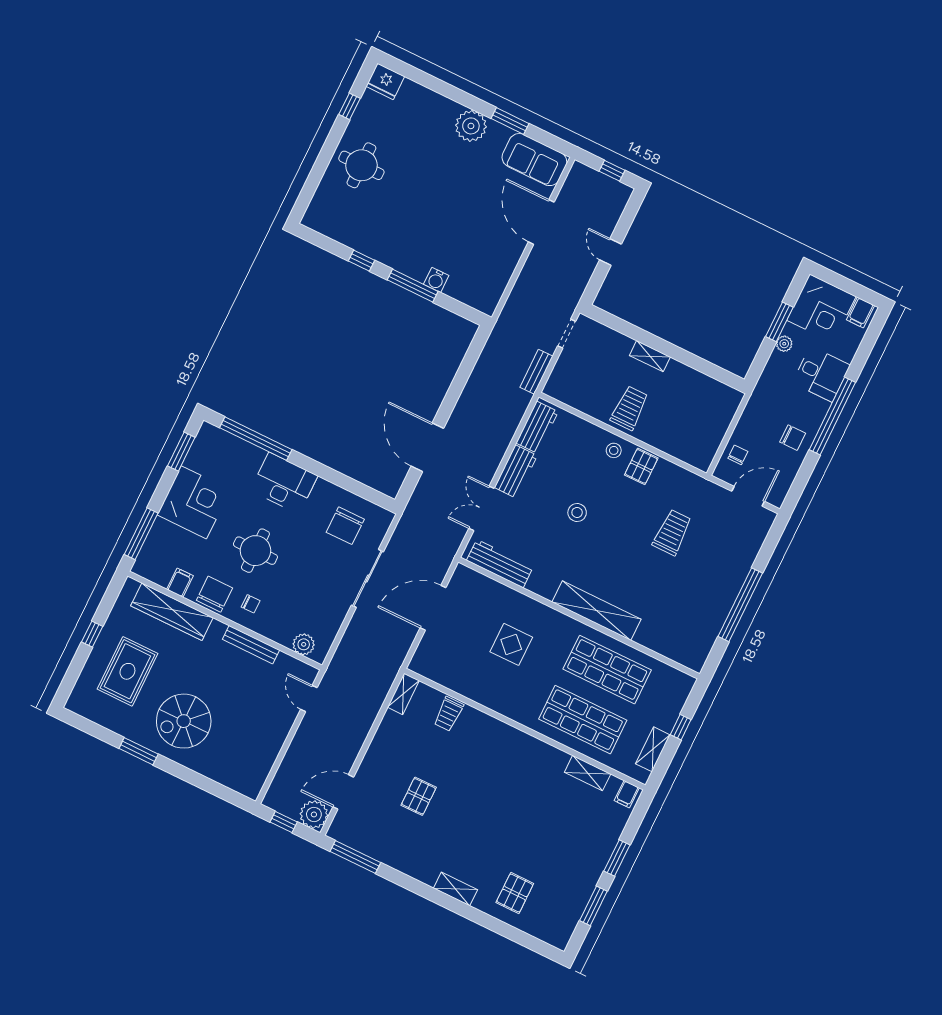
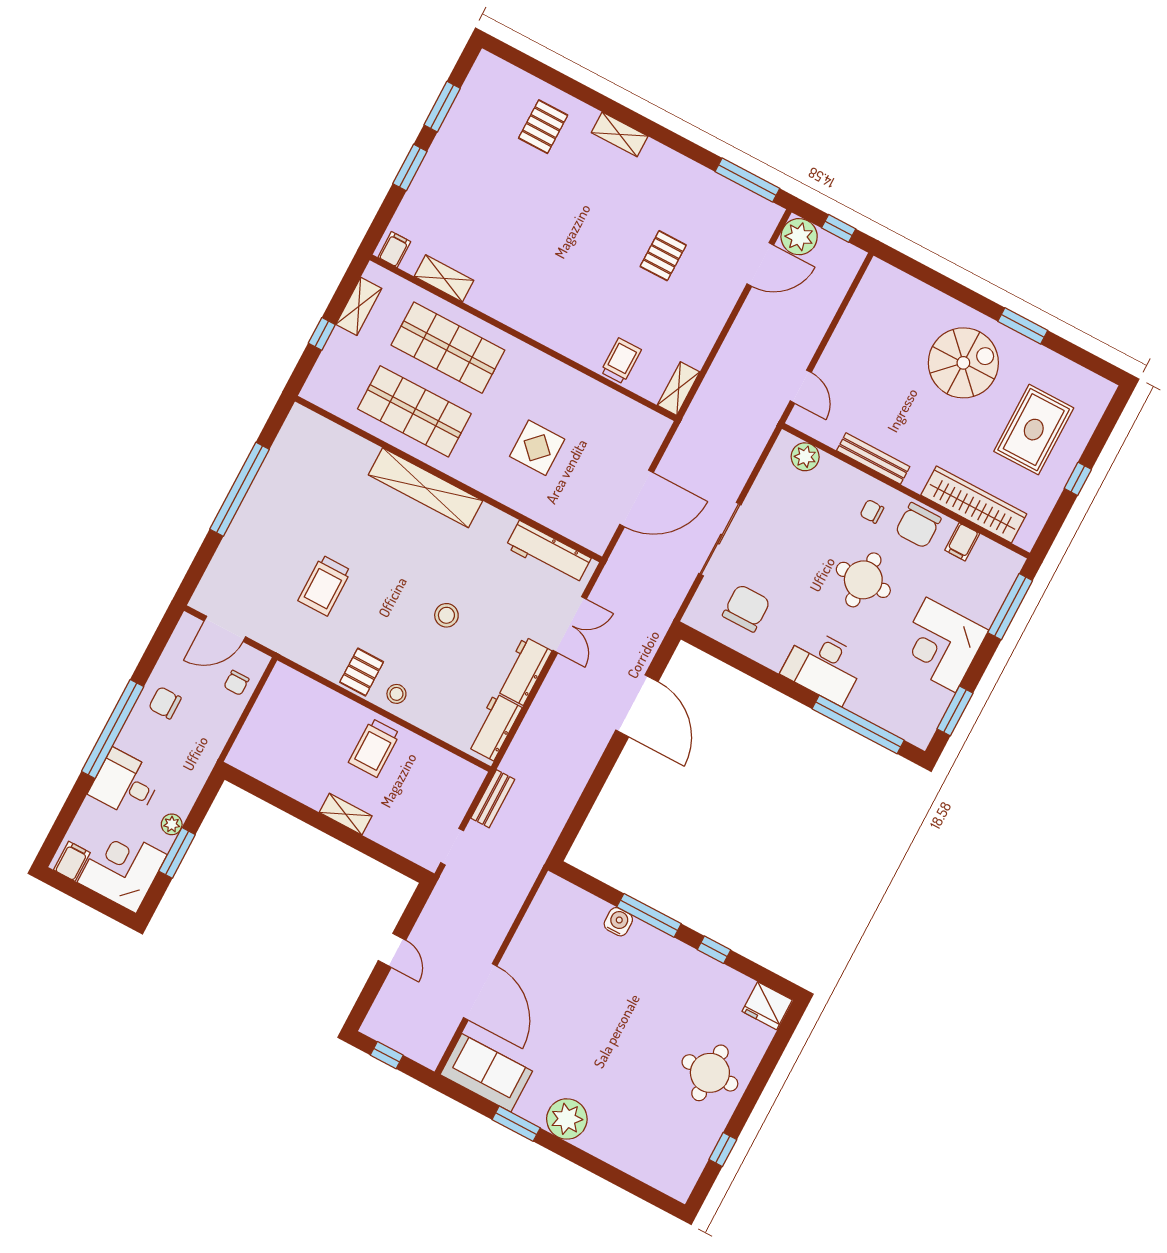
fridge: (385, 81) -> (767, 1006), moved, turned 180

